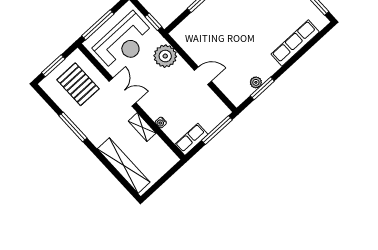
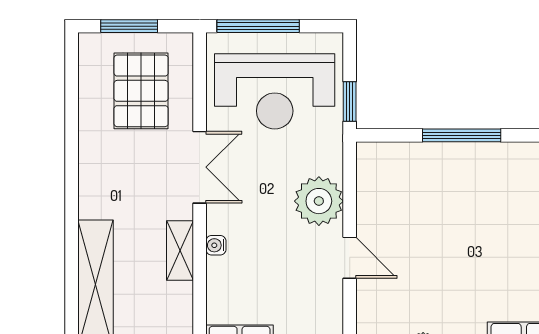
plant: (165, 56) -> (319, 201), moved
water cooler: (161, 123) -> (216, 245), moved
window: (73, 127) -> (72, 150), removed

